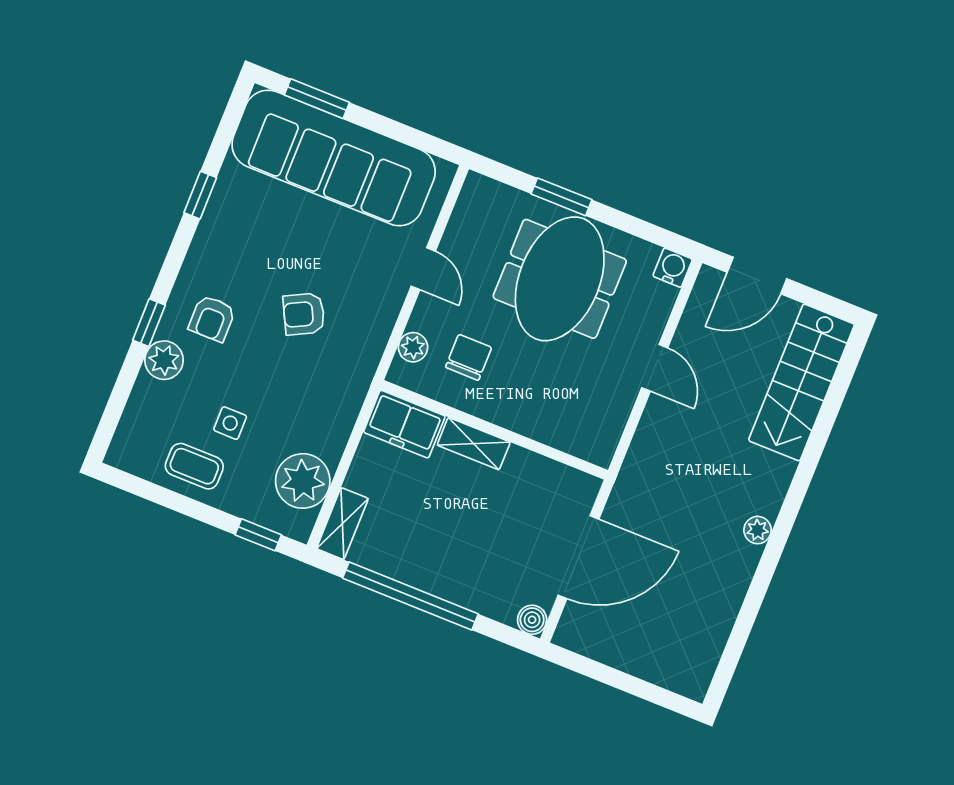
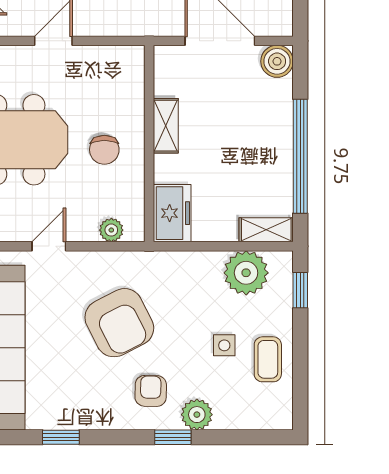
armchair: (304, 314) -> (119, 323), width x1.88, depth x1.88
armchair: (212, 318) -> (151, 391), turned -89
chair: (469, 357) -> (104, 150), moved, turned -90
shelving: (474, 444) -> (166, 126), moved
boiler: (532, 620) -> (277, 61), width x1.36, depth x1.36

